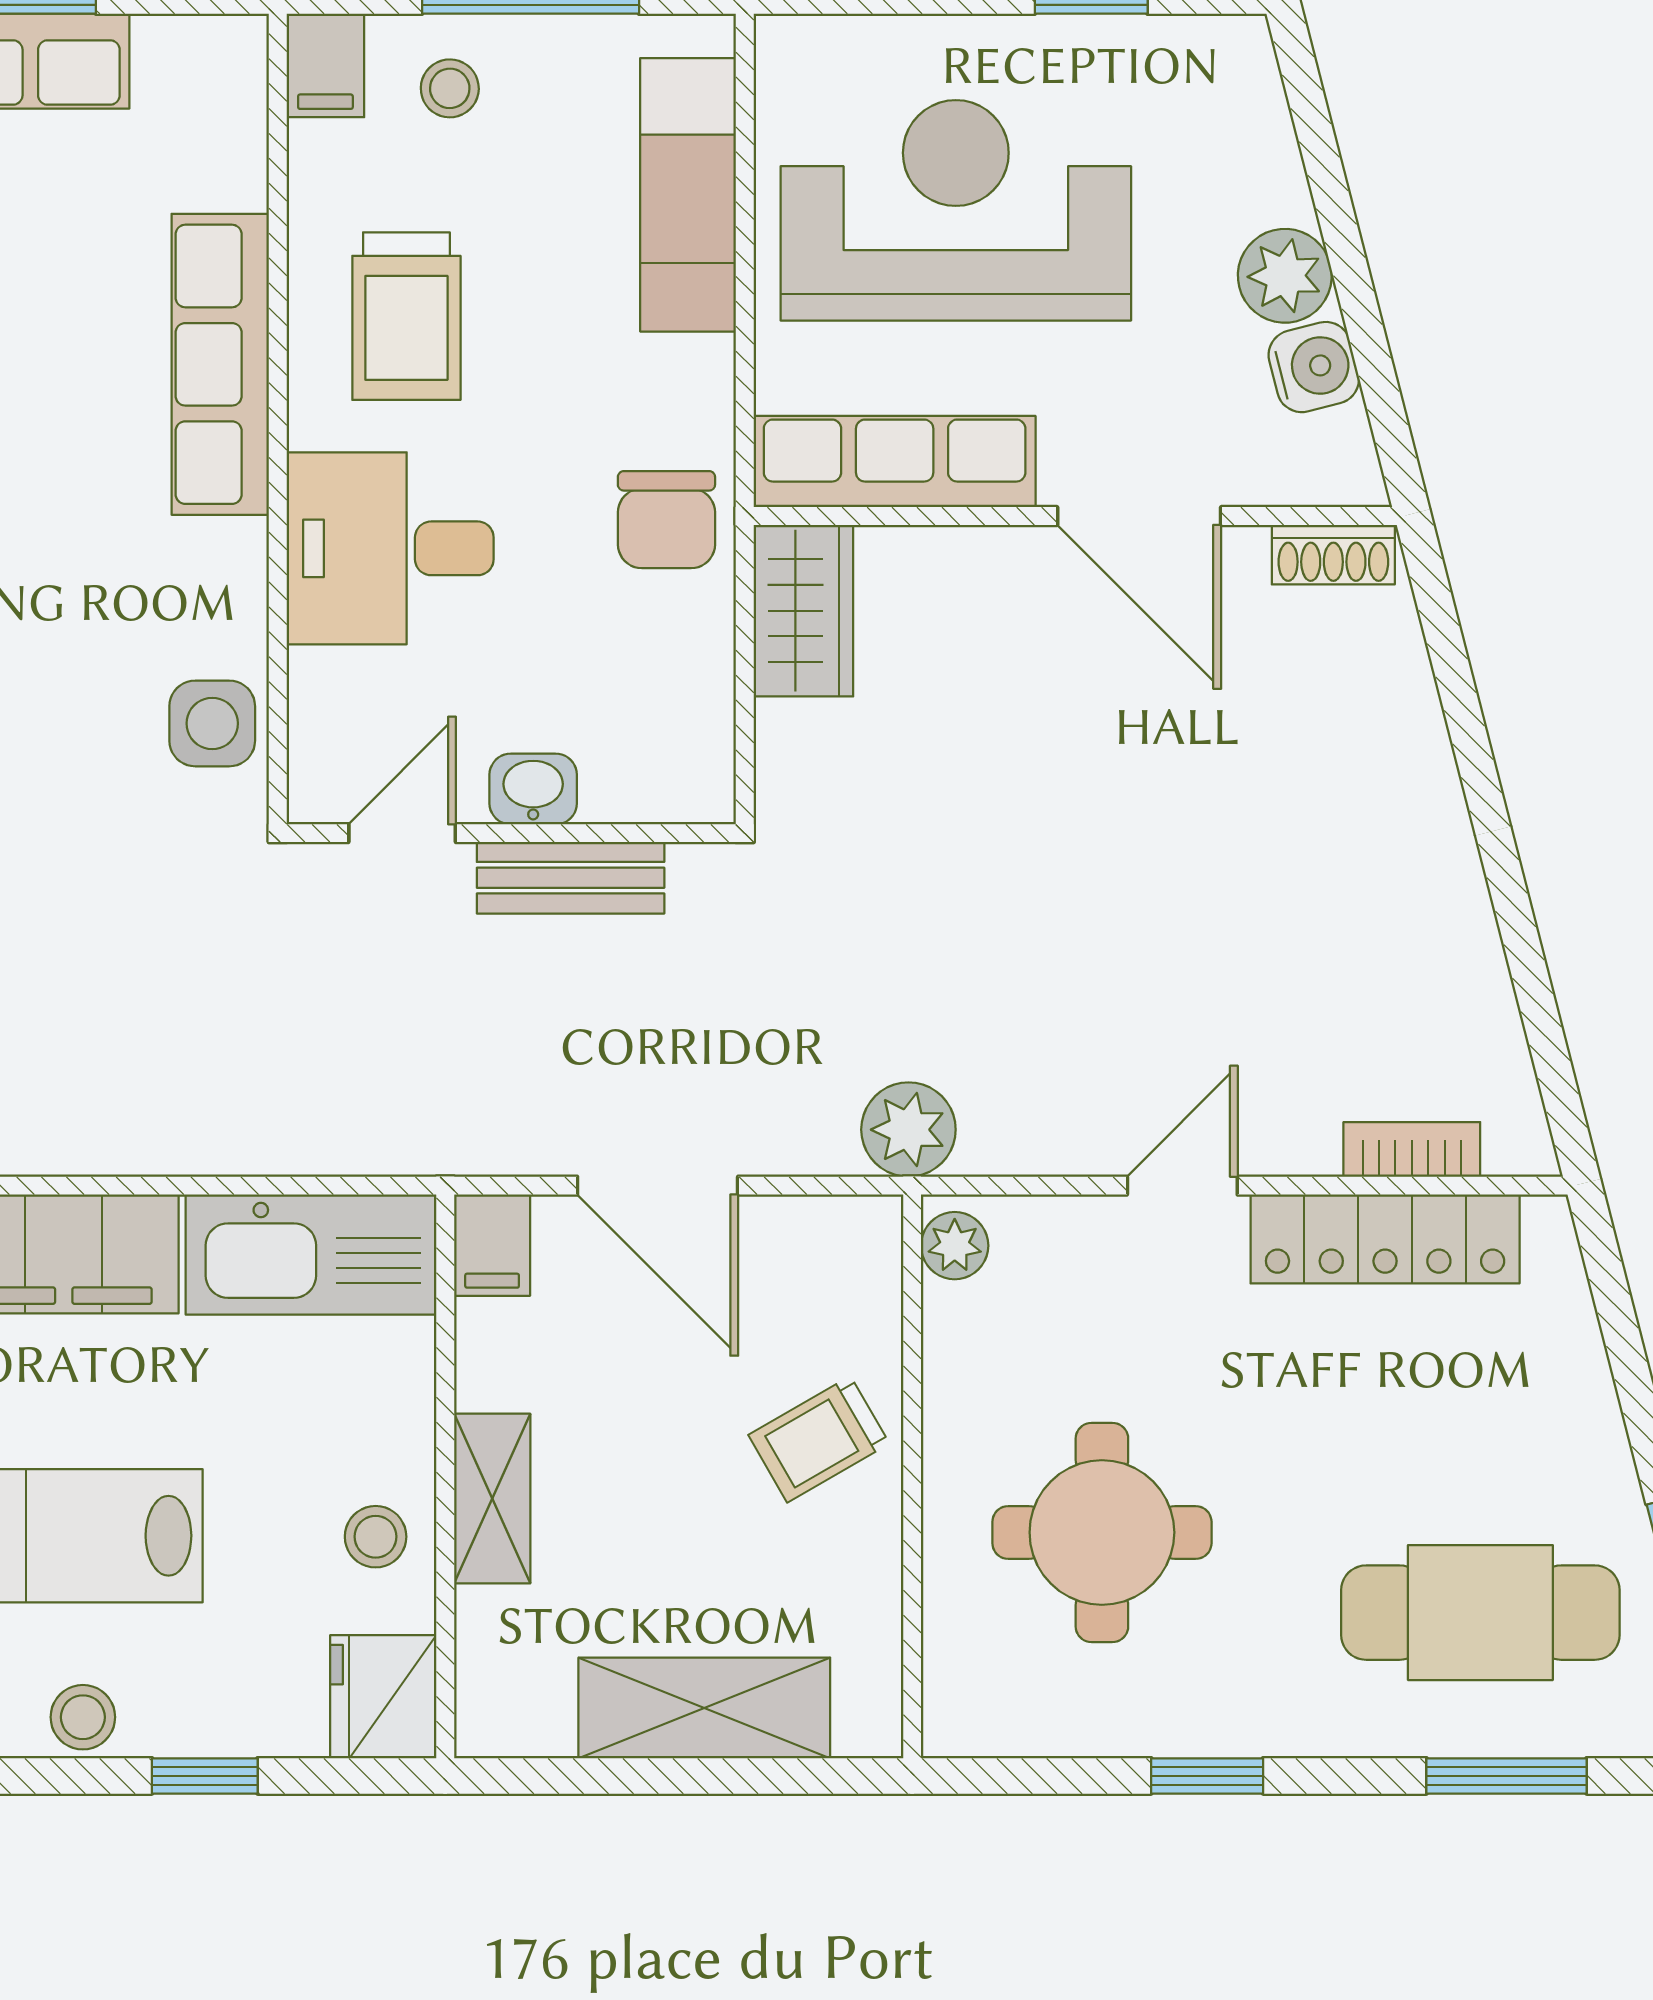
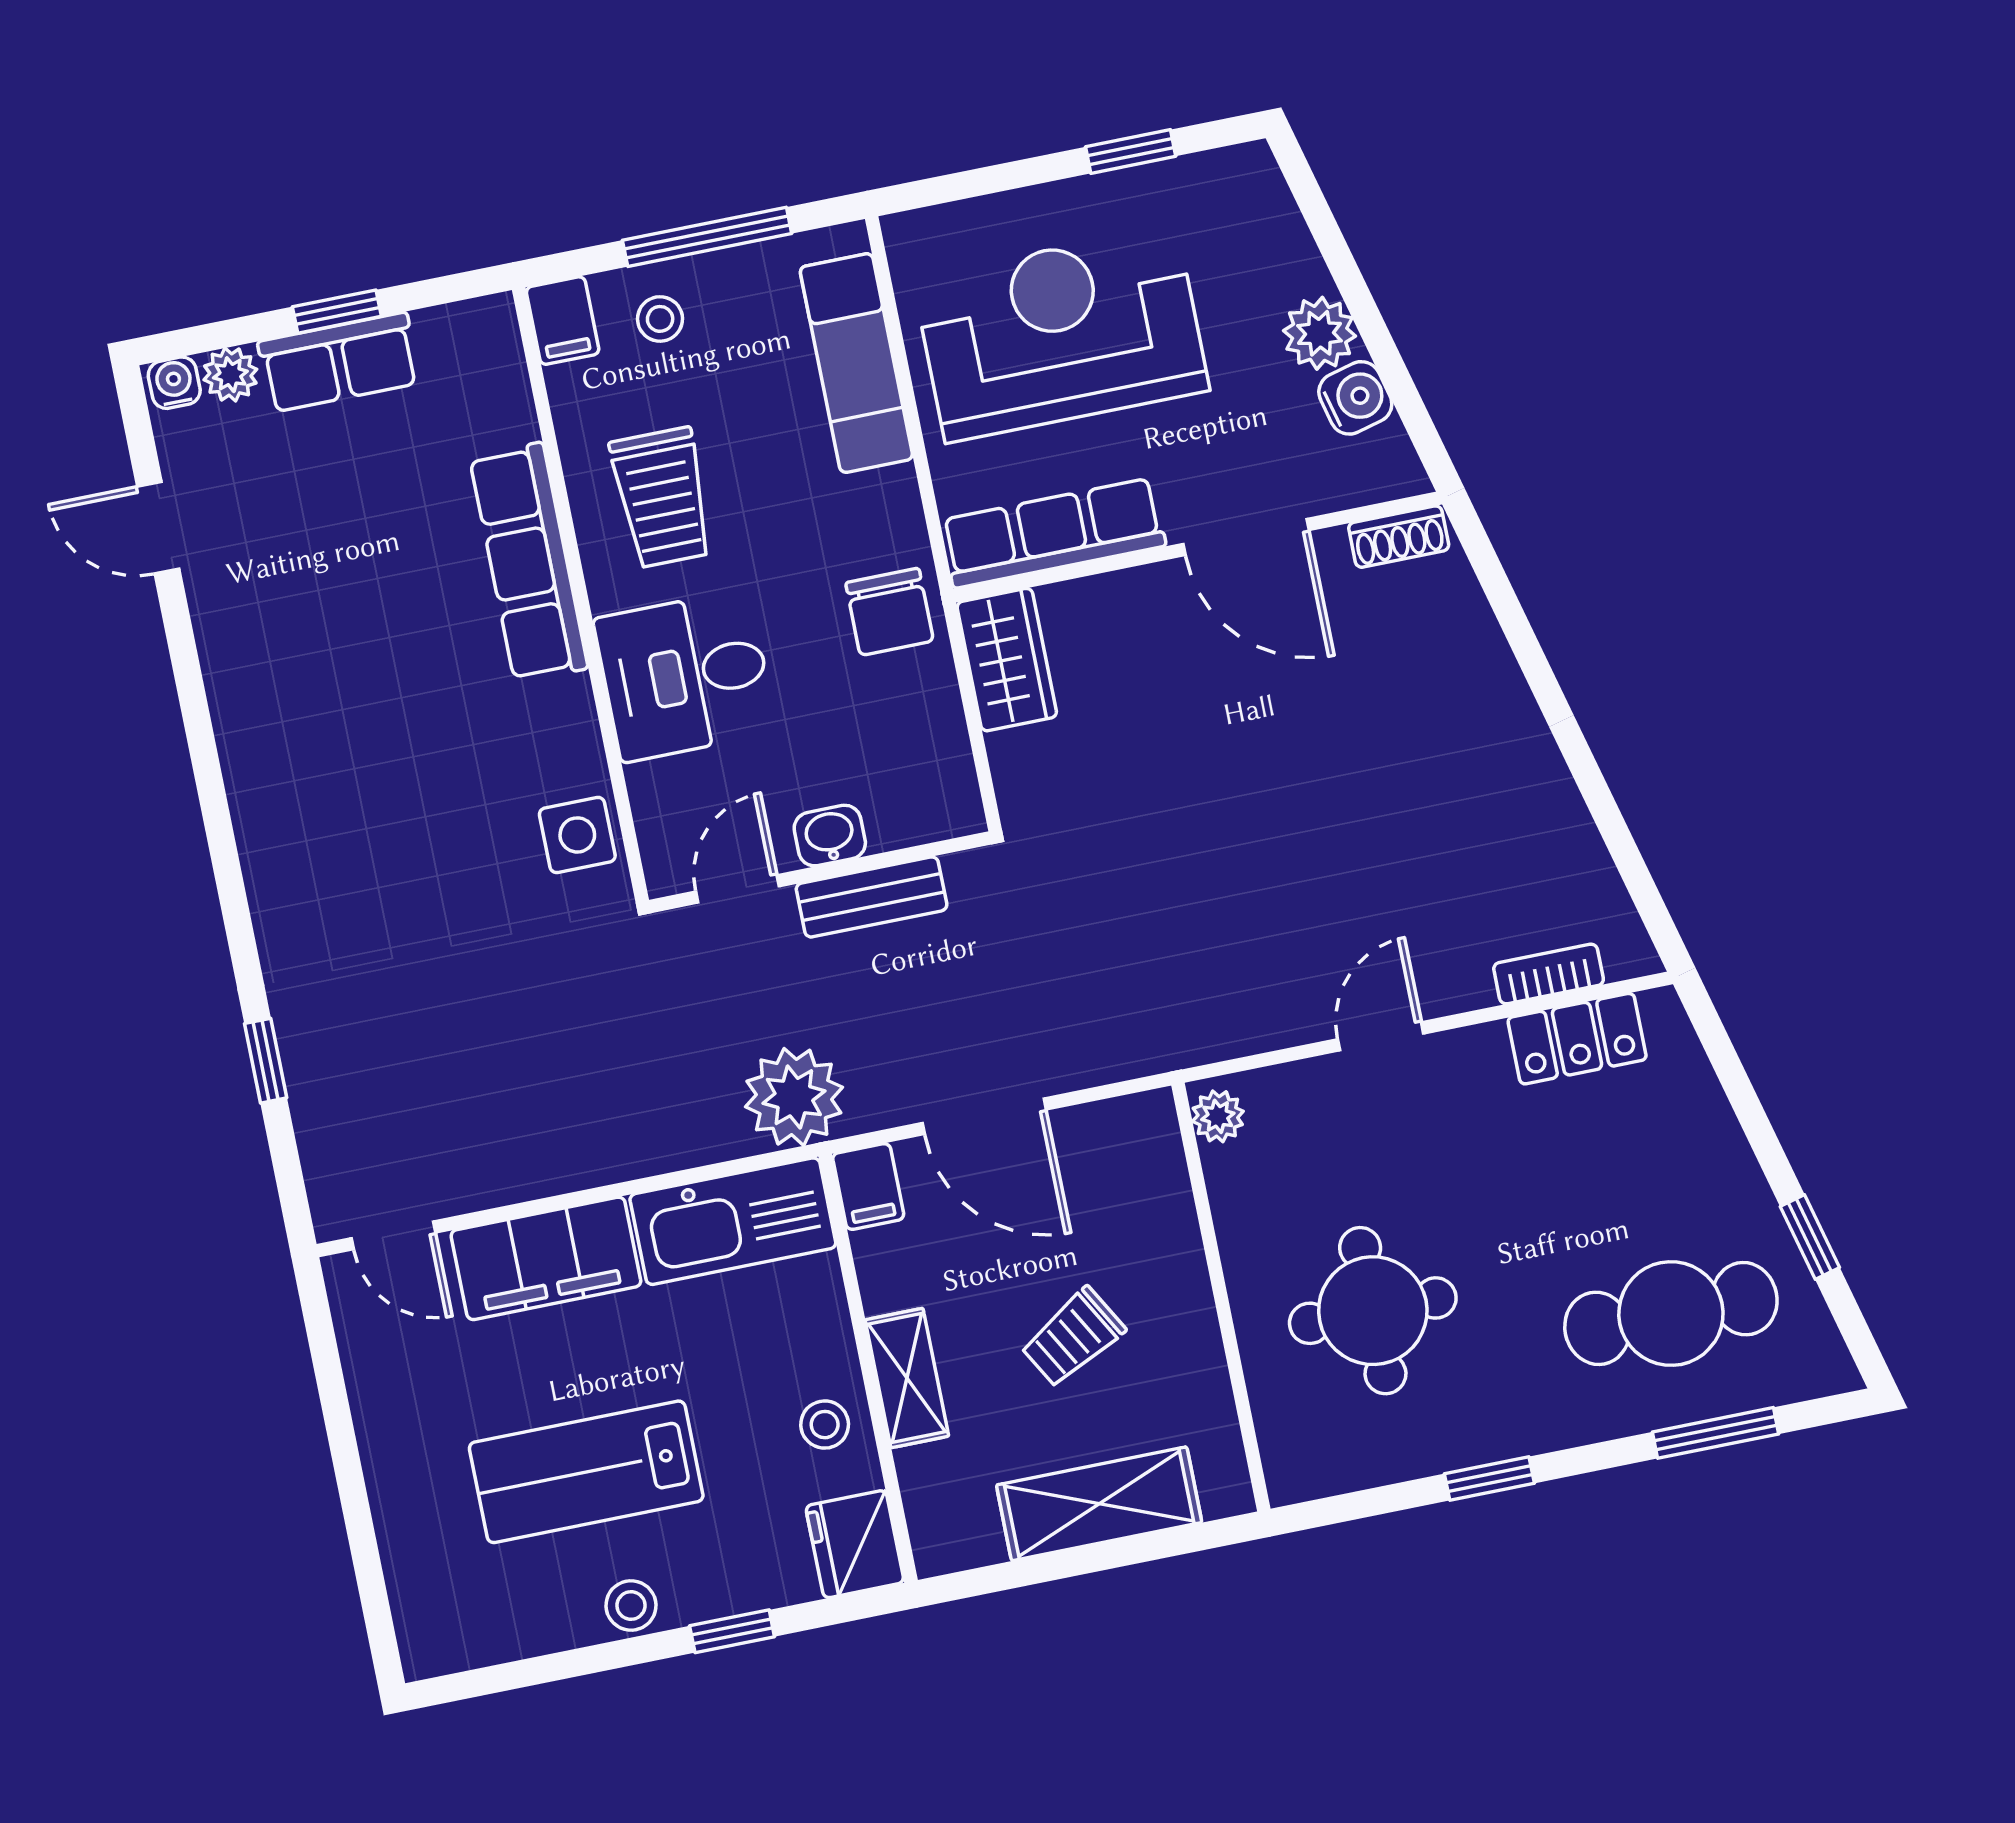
plant: (908, 1130) -> (794, 1097), moved, width x1.36, depth x1.36
locker: (1385, 1239) -> (1577, 1039), width x0.66
trolley: (819, 1439) -> (1073, 1337), moved

